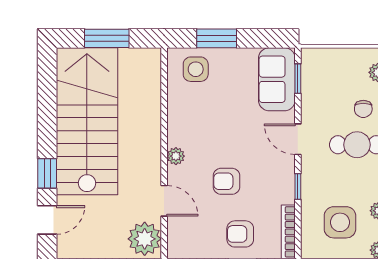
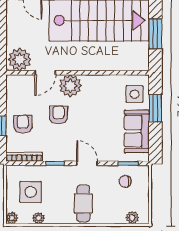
sofa: (277, 79) -> (137, 131), moved, turned -90
chair: (363, 109) -> (125, 181), moved
door: (298, 139) -> (87, 163), hinge flipped
plant: (176, 156) -> (70, 86), width x1.88, depth x1.88

